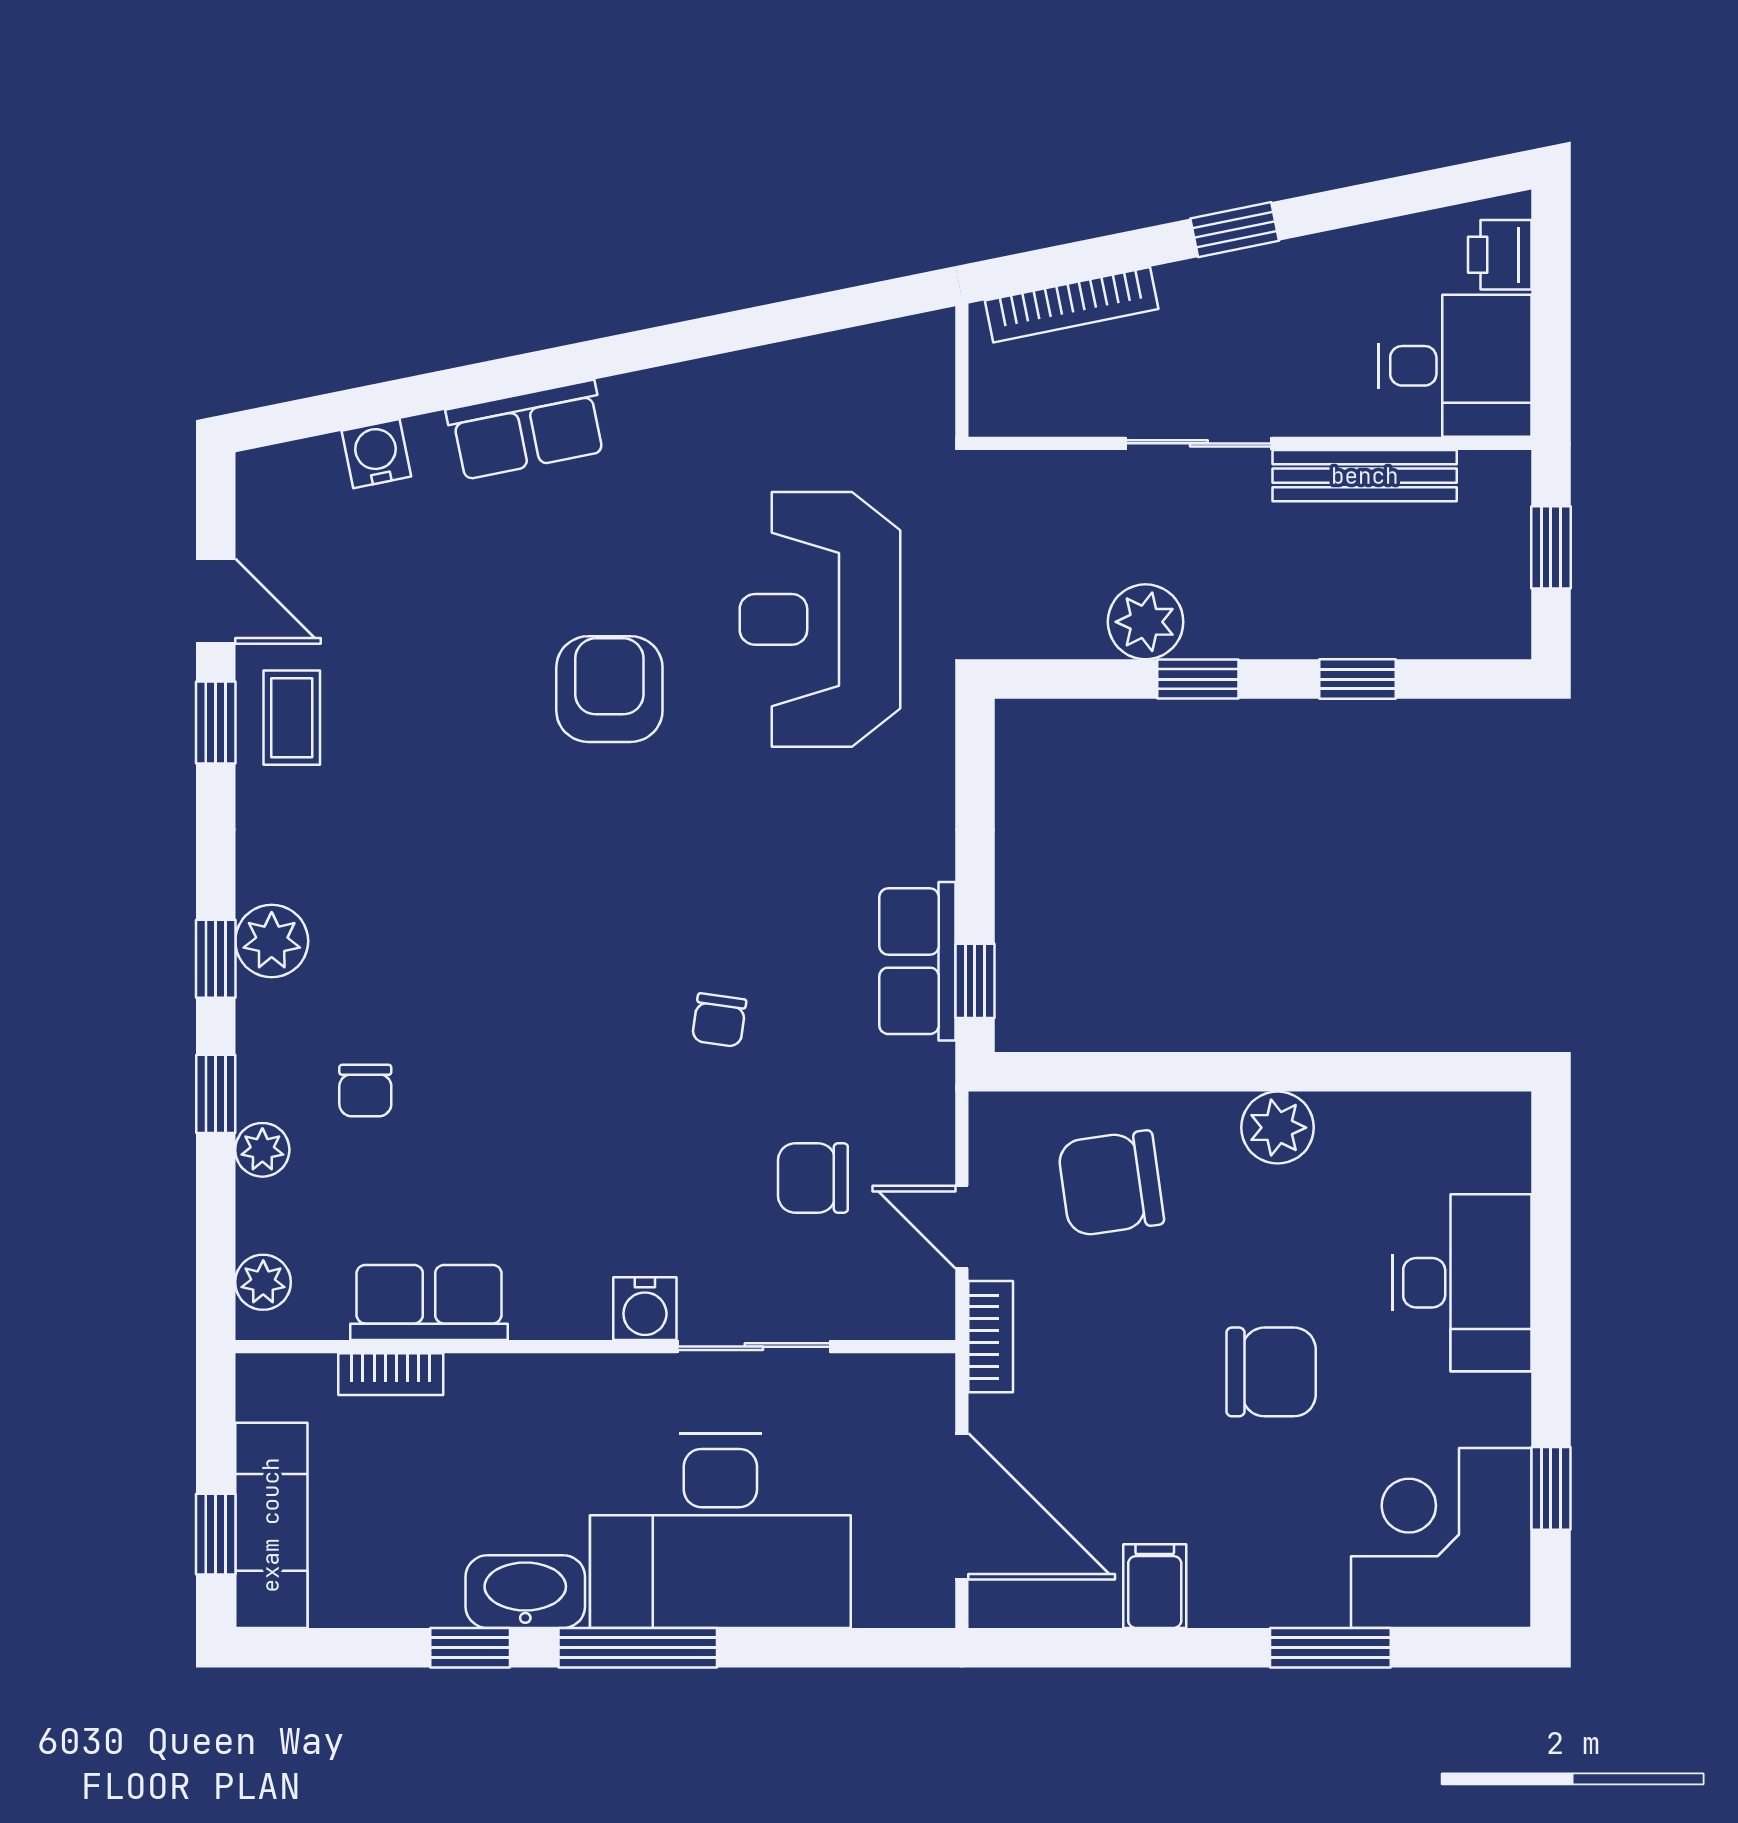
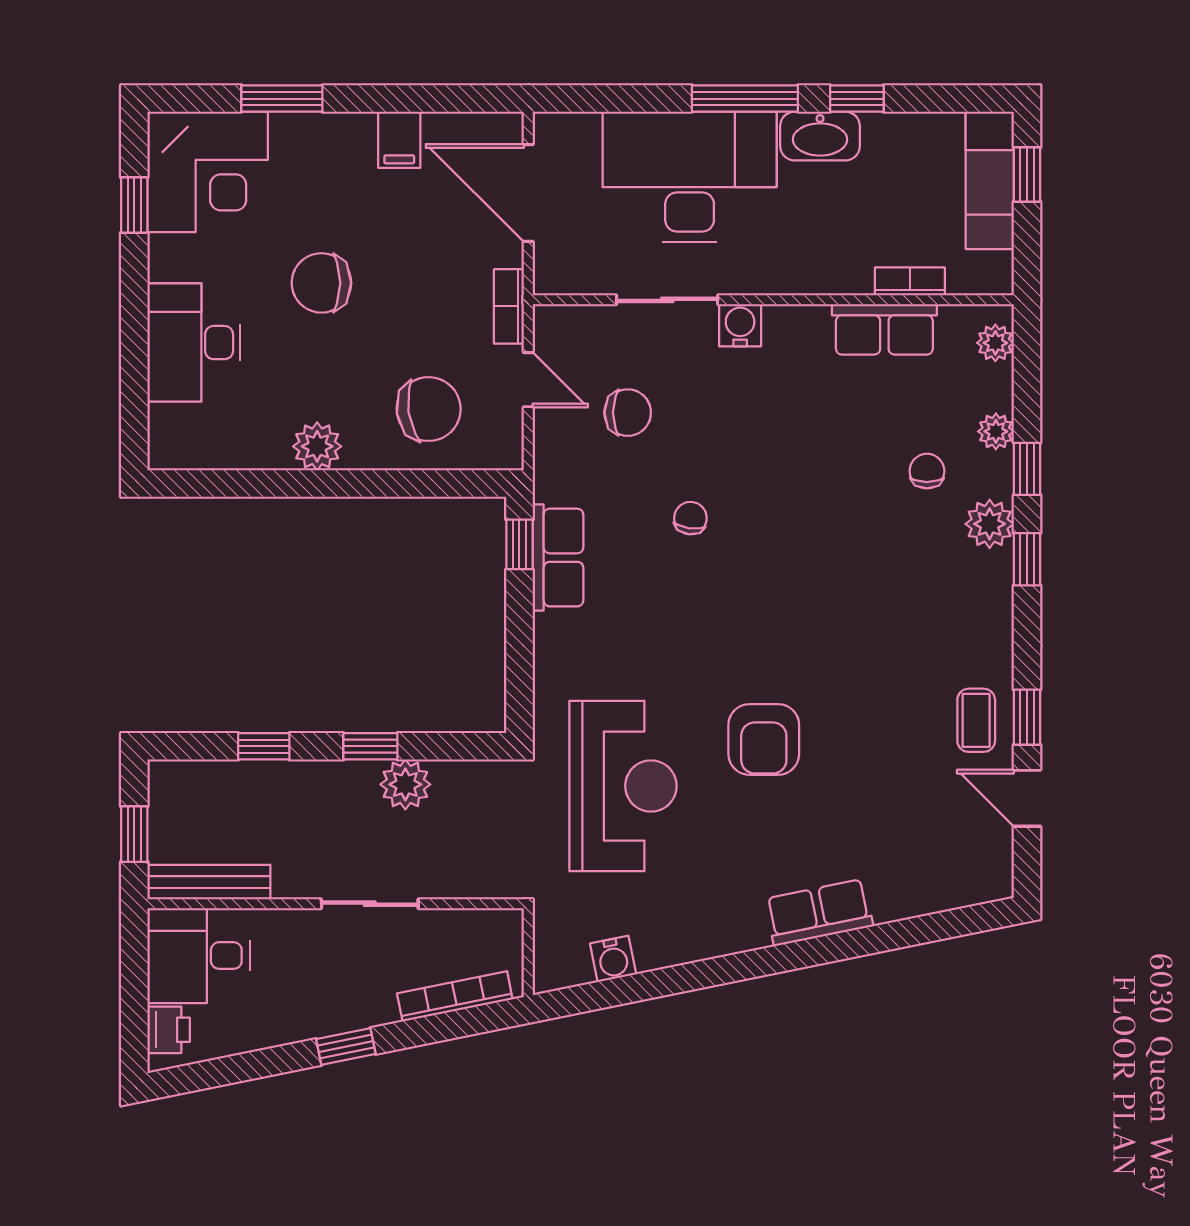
water cooler: (376, 454) -> (613, 959), moved
bench: (1365, 476) -> (209, 882), moved
plant: (272, 941) -> (990, 524), moved

